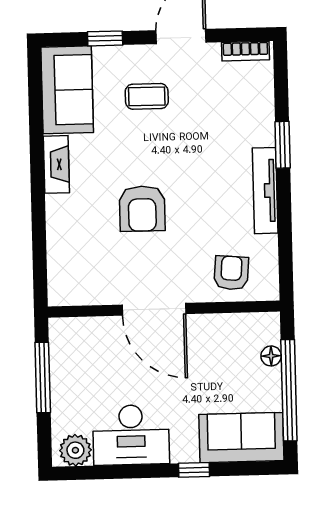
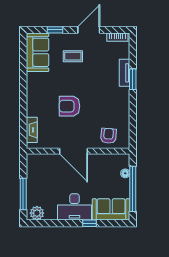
fireplace: (56, 164) -> (32, 130), moved
tv unit: (265, 191) -> (125, 73), moved, width x0.71
armchair: (142, 209) -> (70, 106), turned 90
window: (43, 378) -> (23, 194), moved
desk: (131, 435) -> (75, 207), moved

